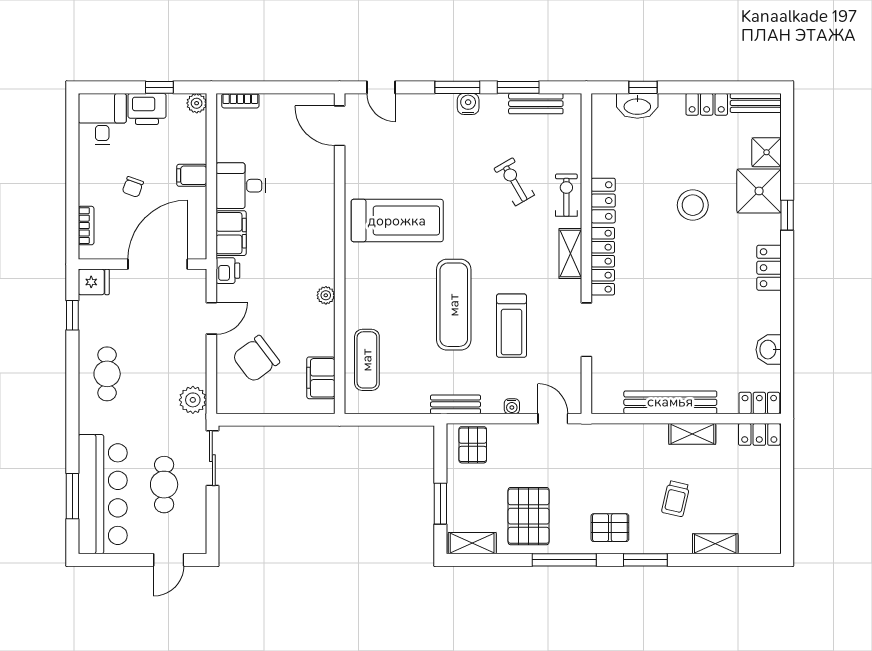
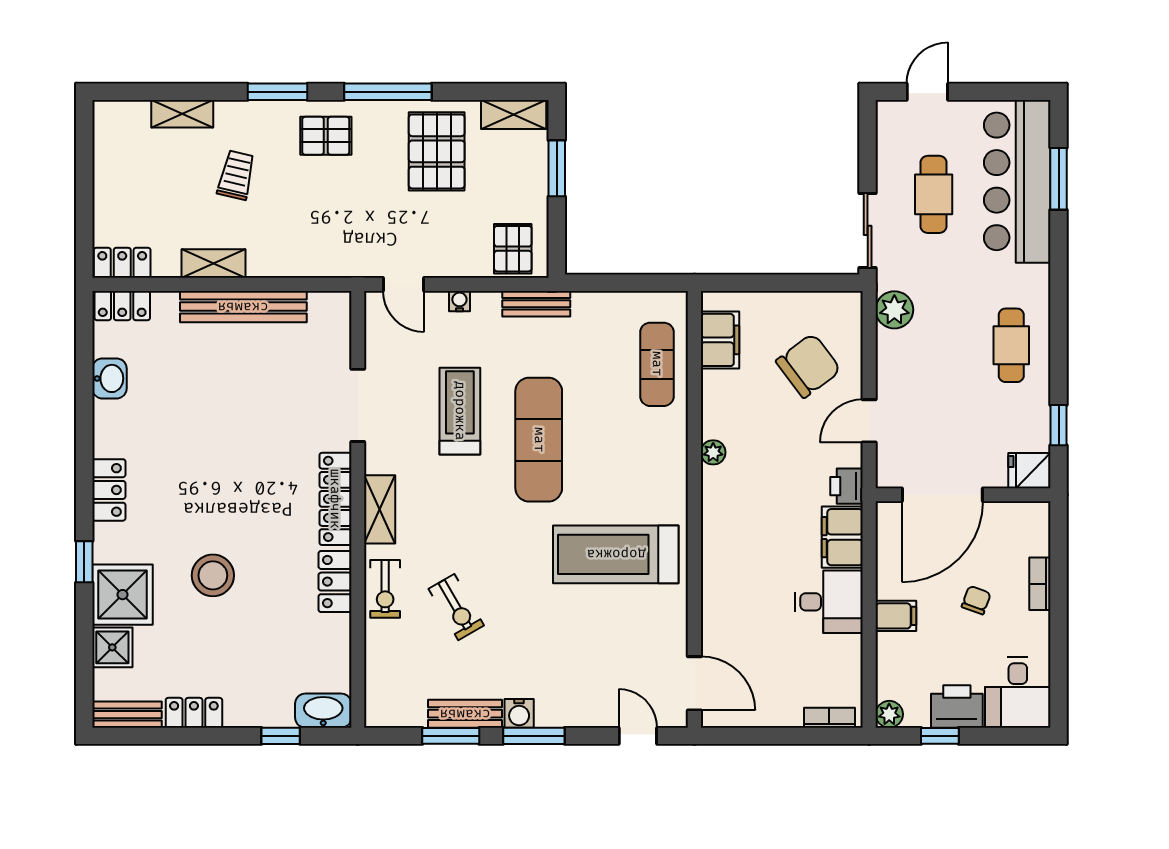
bench: (536, 104) -> (465, 714), moved
washbasin: (637, 106) -> (323, 711), moved
bookcase: (86, 226) -> (1040, 584), moved

